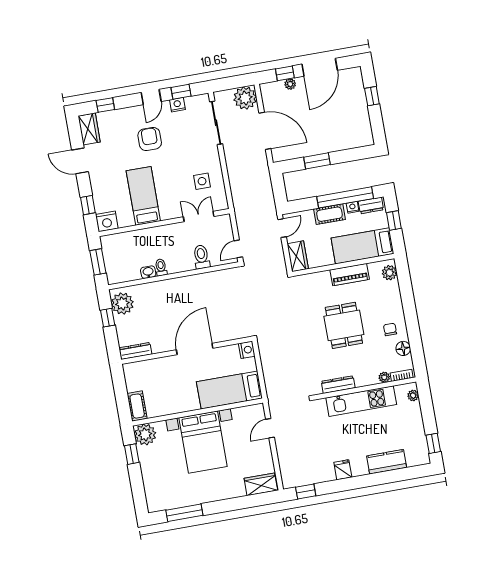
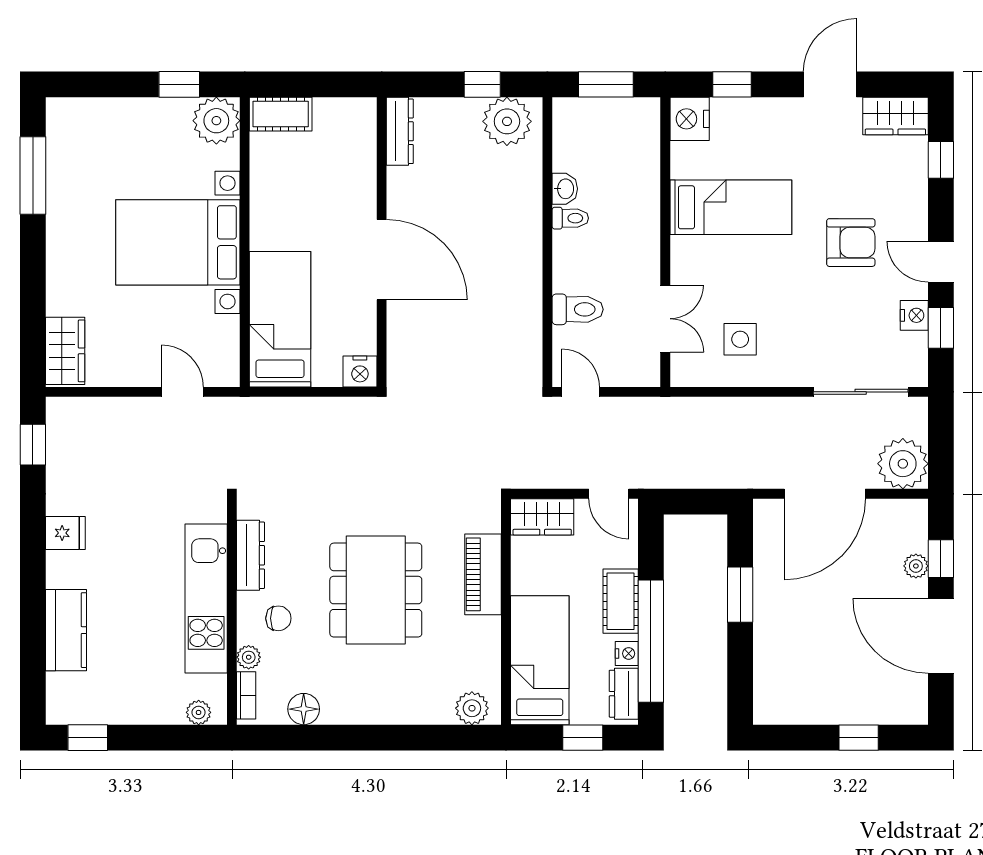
piano: (350, 275) -> (483, 574), moved
dining table: (344, 325) -> (376, 590), width x1.37
chair: (390, 329) -> (278, 618), moved

